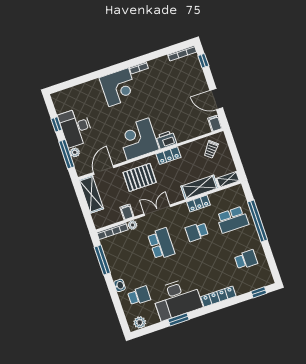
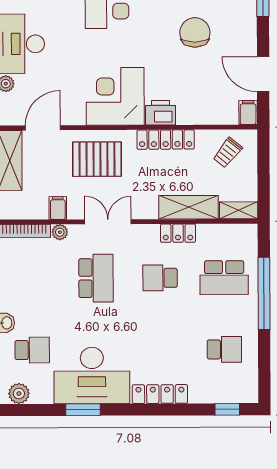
chair: (171, 89) -> (195, 32), added
locker: (168, 156) -> (166, 140), width x1.53

